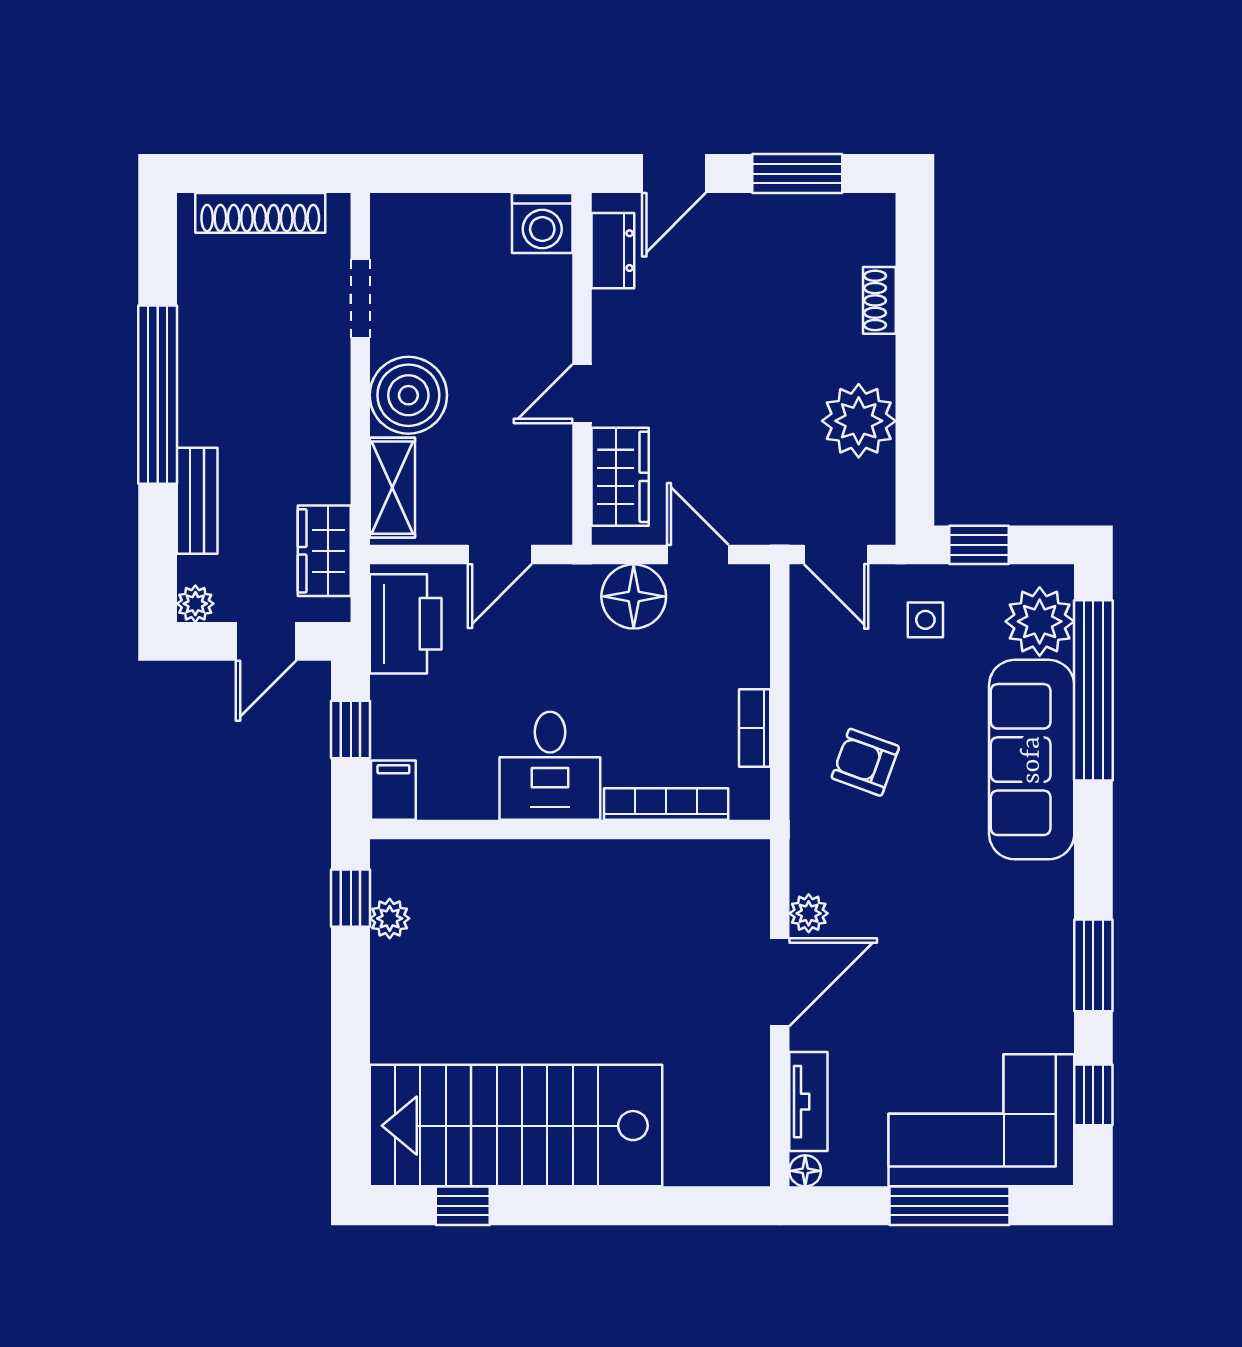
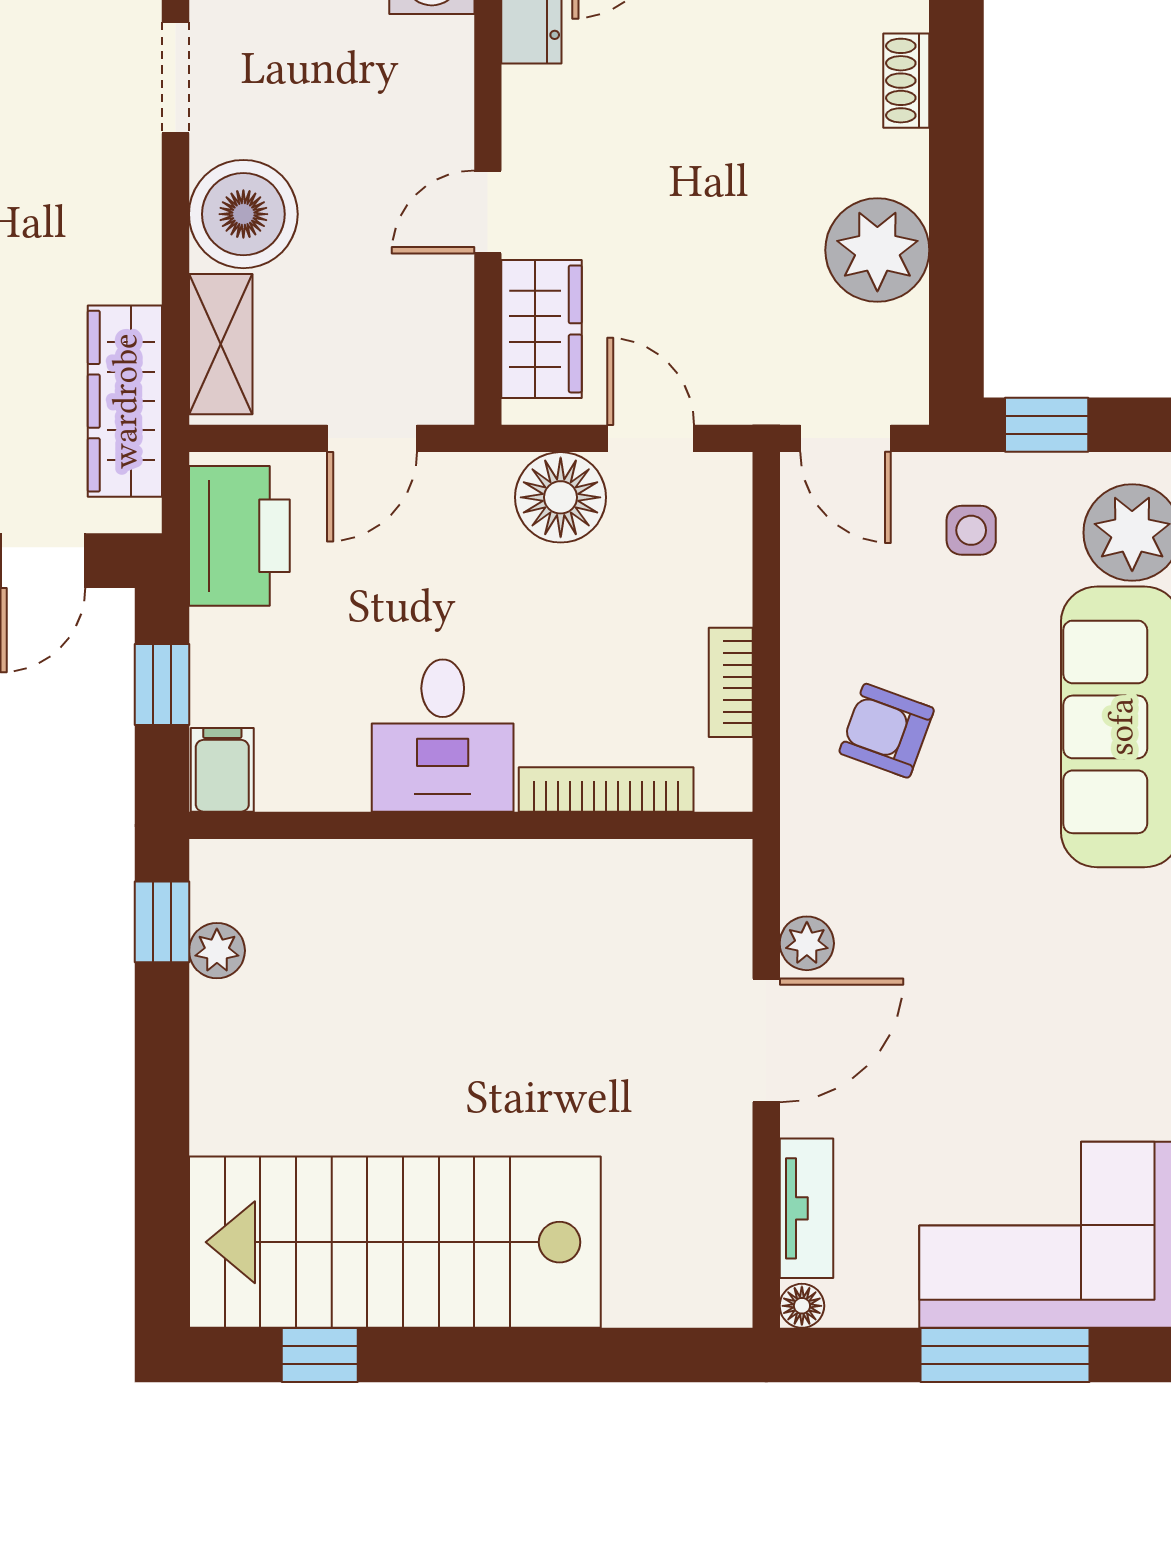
wardrobe: (324, 551) -> (125, 401), width x1.50

